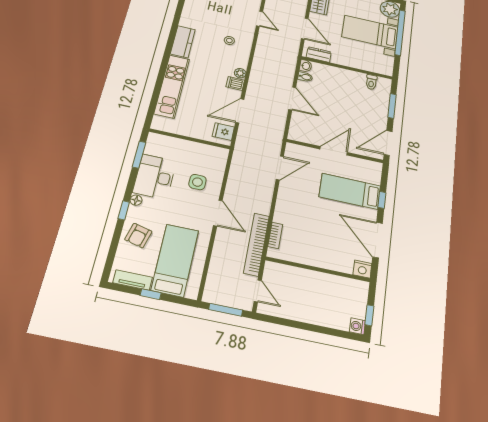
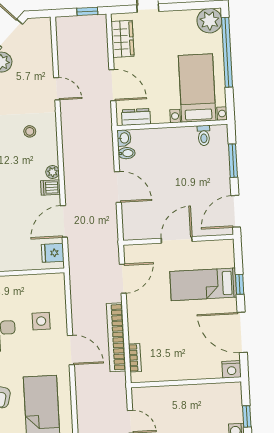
bed with nightstands: (370, 32) -> (197, 88), moved, turned 90
bookcase: (256, 244) -> (116, 337), moved

